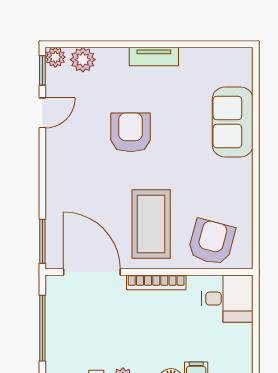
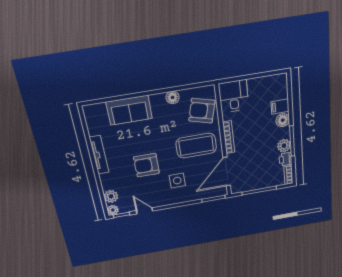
tv unit: (154, 57) -> (99, 155), width x1.41
side table: (91, 181) -> (177, 181), added
floor lamp: (242, 196) -> (173, 97), added

